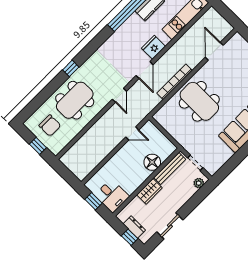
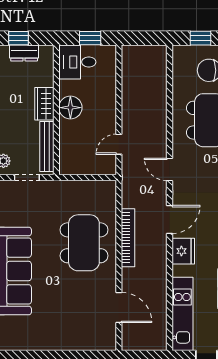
door: (145, 70) -> (170, 219), swing flipped
dining table: (199, 101) -> (84, 243), turned 90
floor lamp: (152, 162) -> (70, 108), moved

